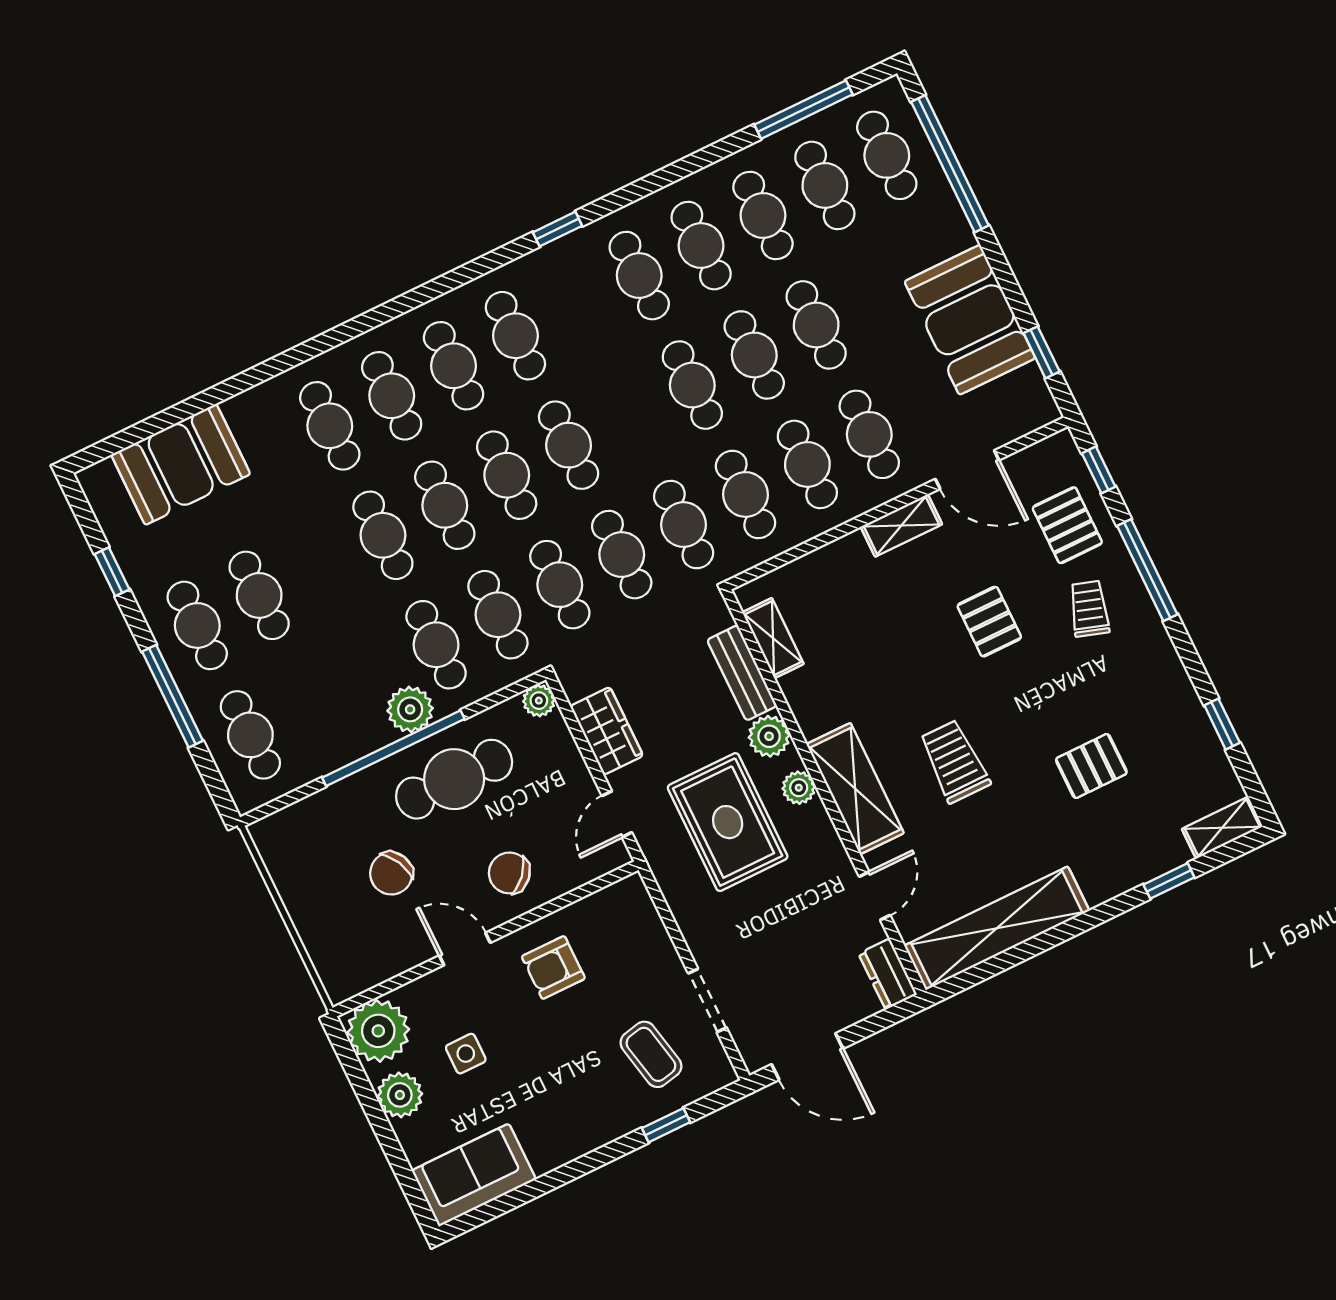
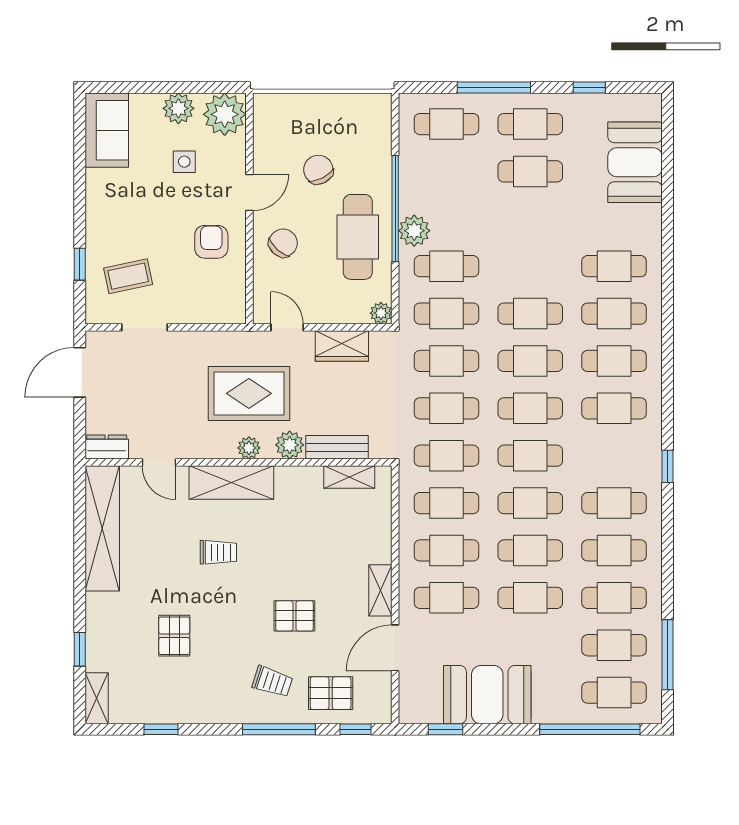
cafe table: (383, 535) -> (530, 456), moved
trolley: (955, 761) -> (218, 552), width x0.73, depth x0.72

